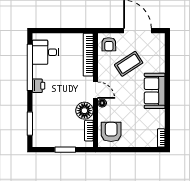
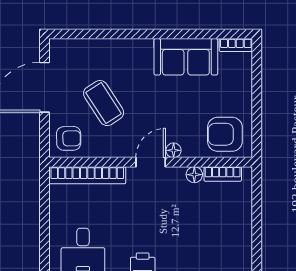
sofa: (155, 91) -> (186, 57), moved
floor lamp: (84, 111) -> (194, 175), width x0.53, depth x0.53
window: (65, 150) -> (257, 216), removed

